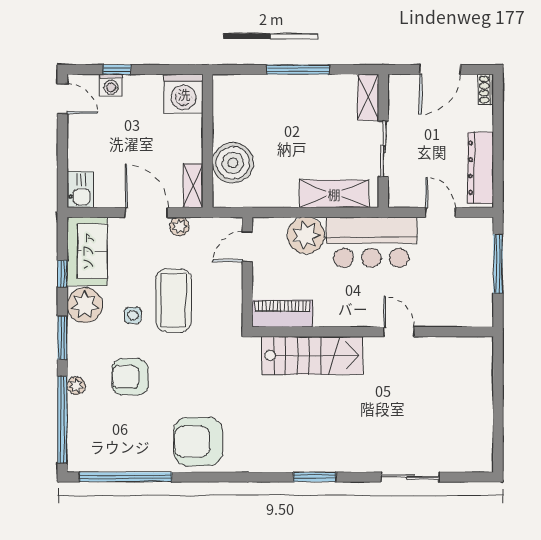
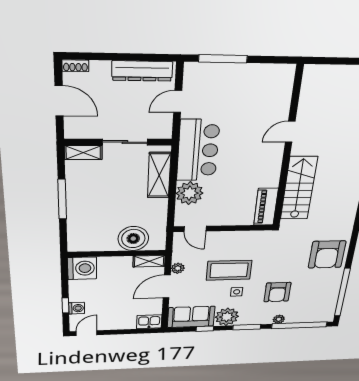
piano: (283, 313) -> (266, 207), moved
wall: (373, 332) -> (287, 149), moved
door: (399, 332) -> (290, 132), moved
stairs: (312, 355) -> (299, 188), moved

